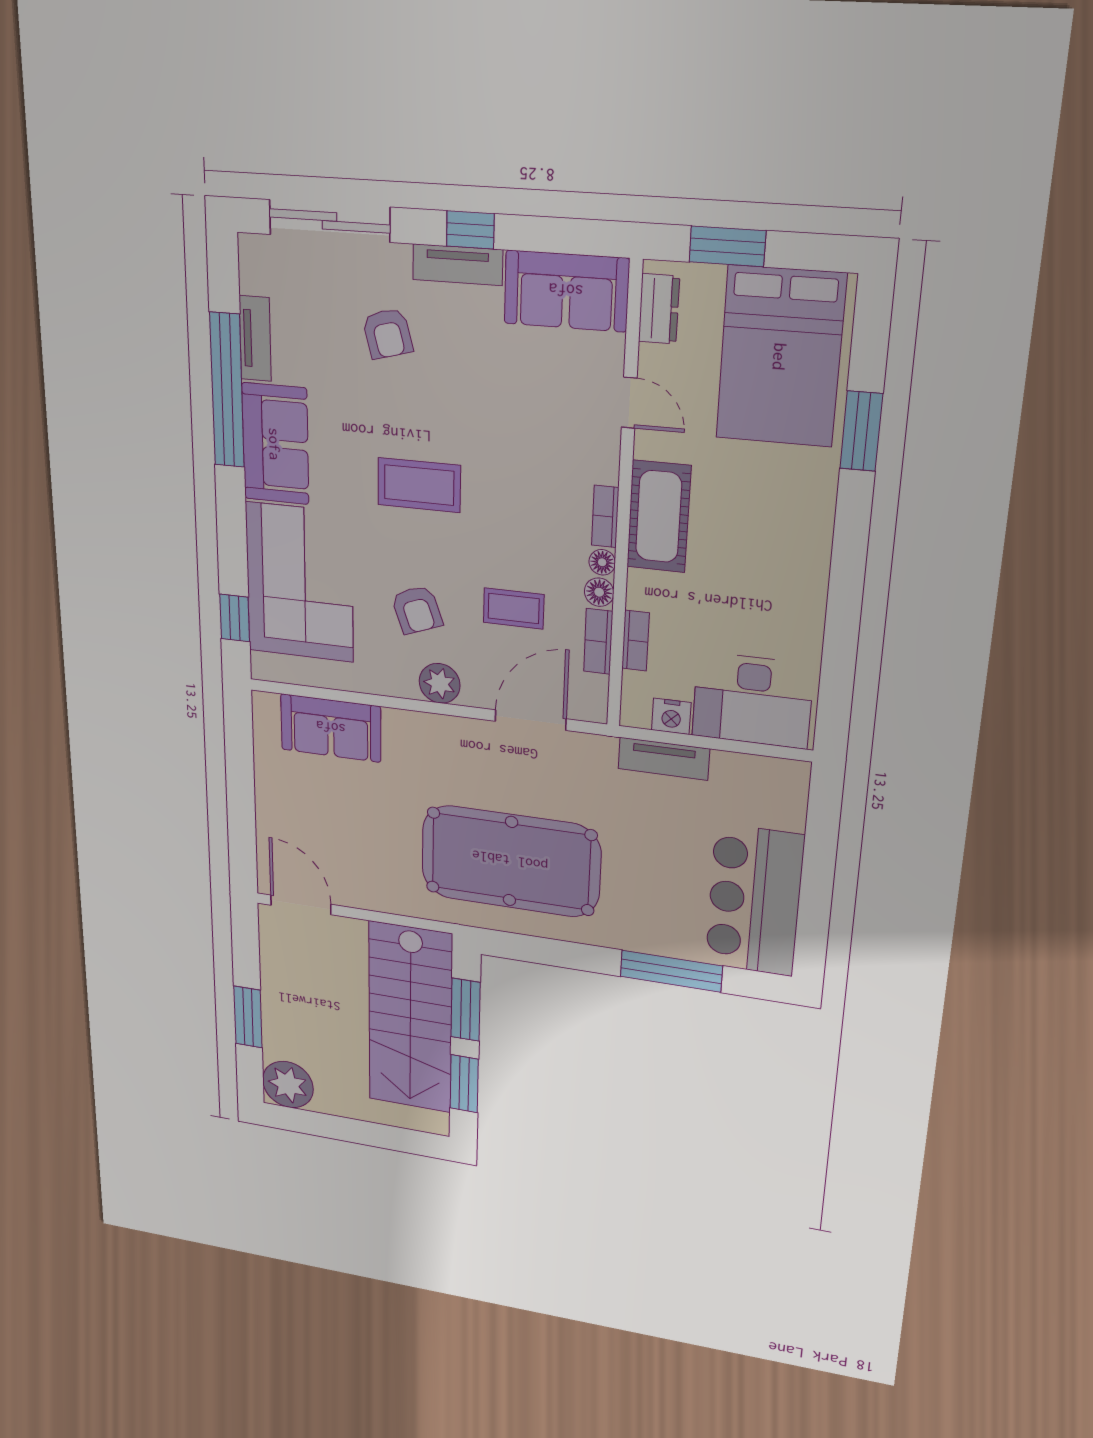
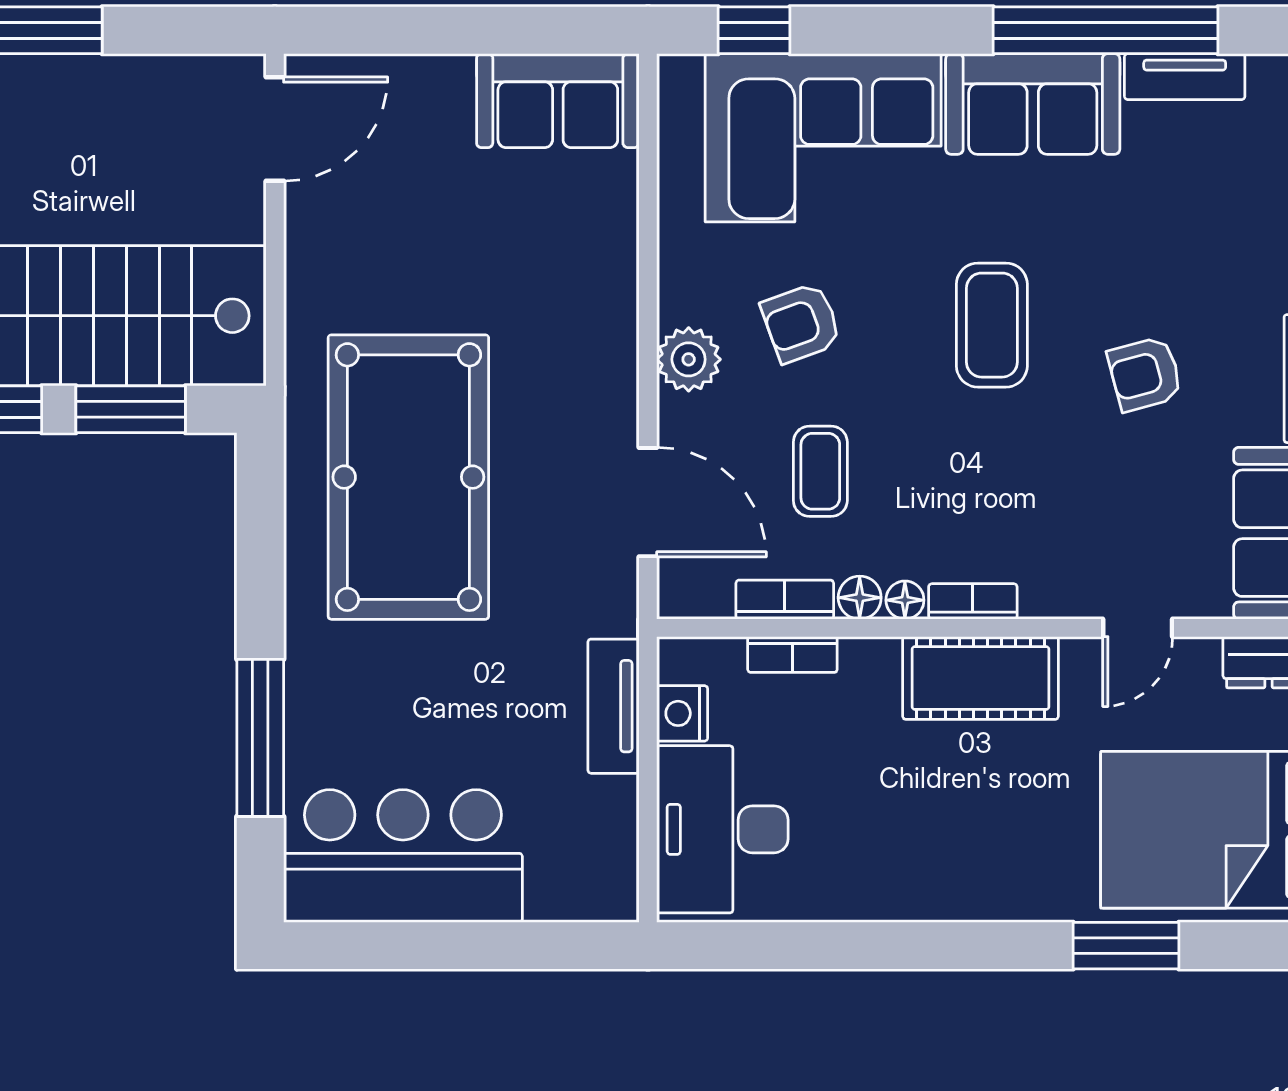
armchair: (388, 334) -> (1145, 374), moved
sofa: (331, 728) -> (558, 101), moved, turned -90

